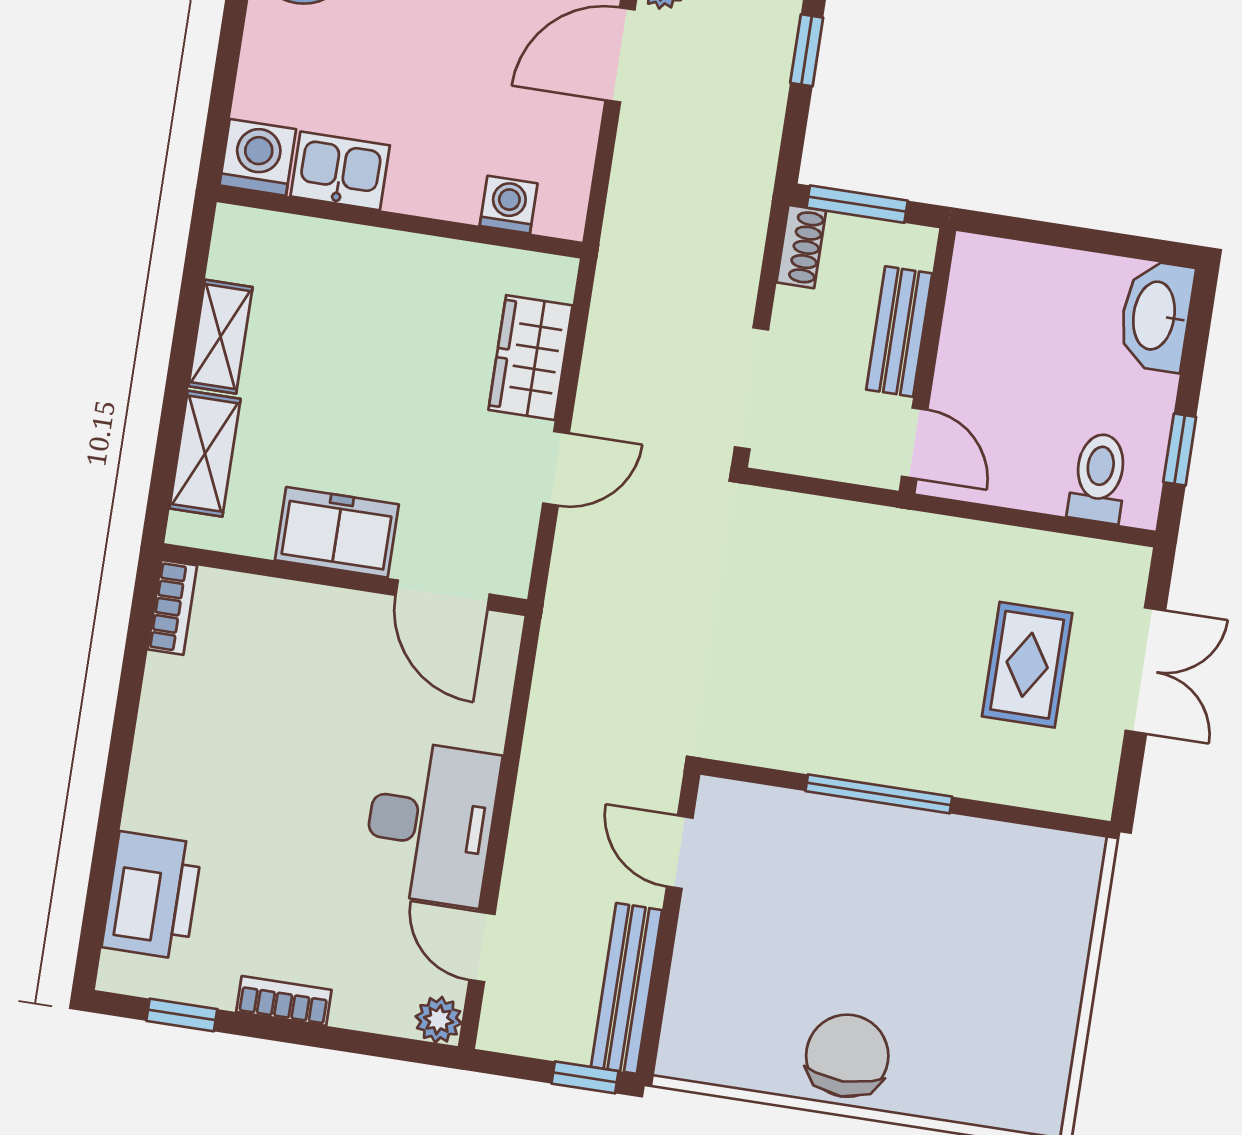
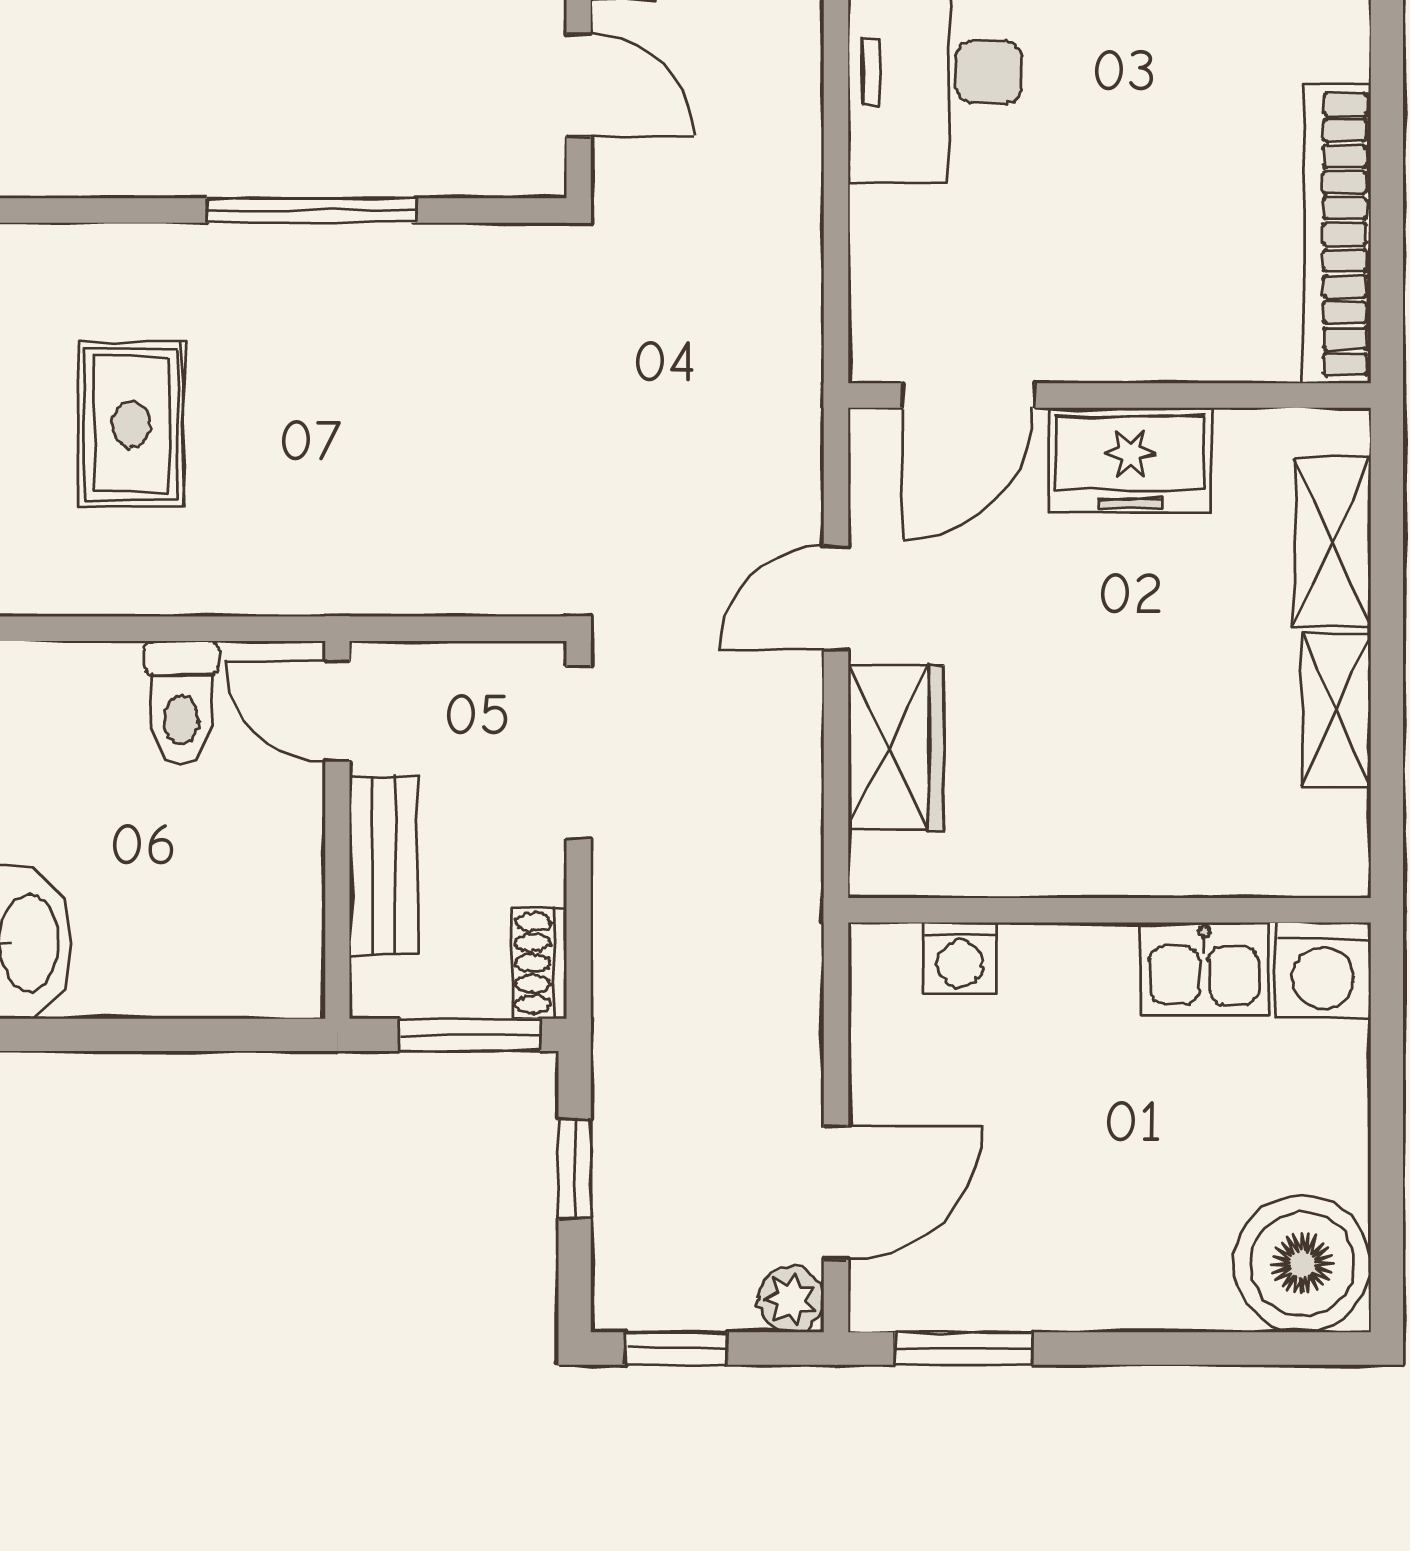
window: (807, 50) -> (575, 1169), moved
toilet: (1099, 478) -> (181, 703), moved
door: (443, 595) -> (968, 396), swing flipped
bookcase: (172, 607) -> (1337, 234), width x2.31, depth x1.31

